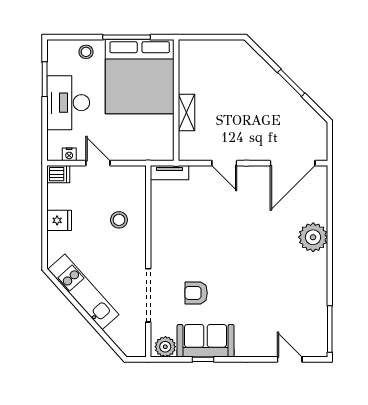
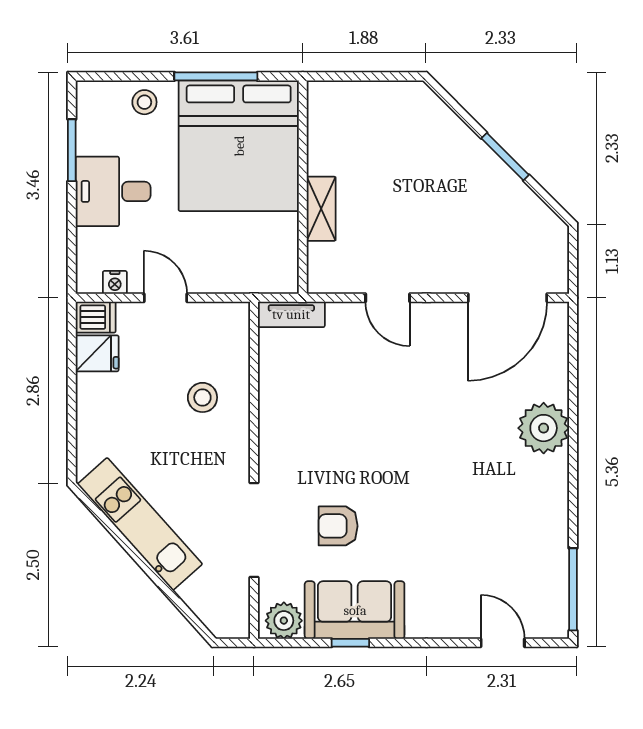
desk: (68, 103) -> (113, 191), width x0.73
fridge: (59, 220) -> (97, 353), moved

